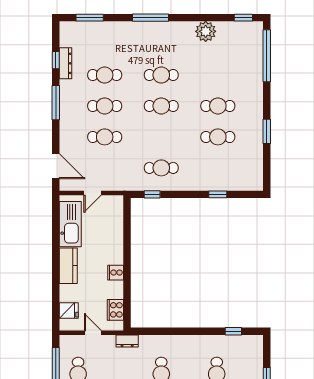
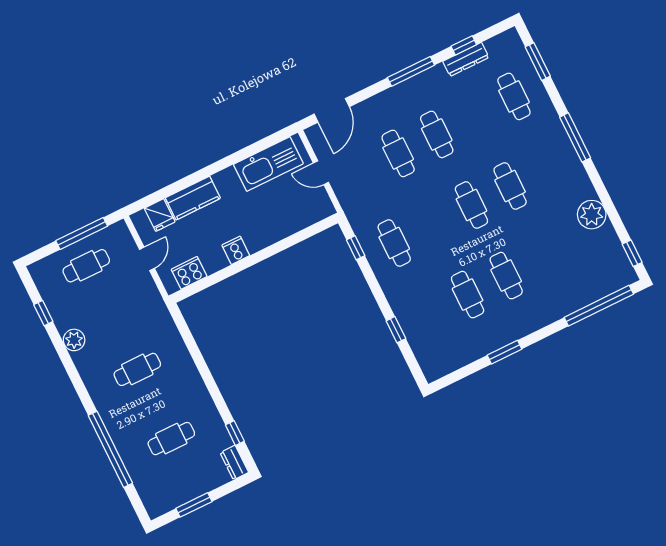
cafe table: (105, 75) -> (514, 96), moved
kitchen counter: (68, 266) -> (193, 198), moved
dresser: (127, 341) -> (234, 463), moved

